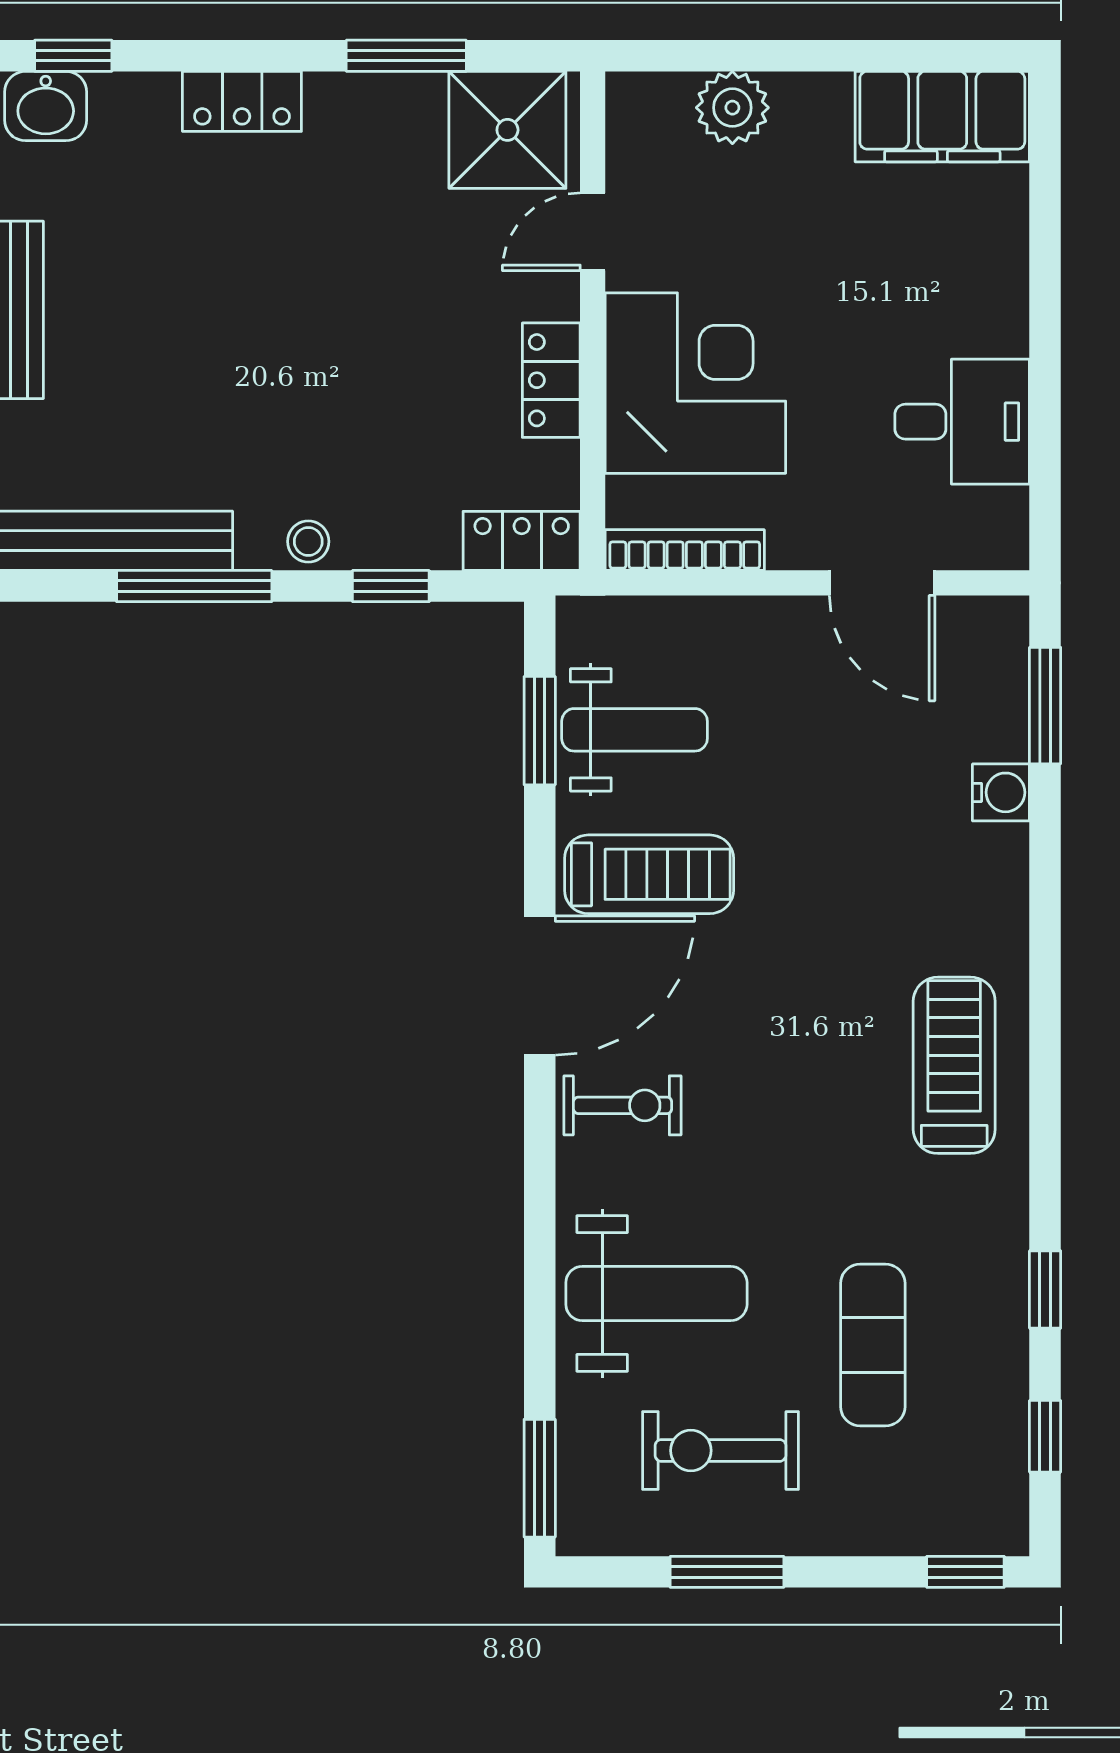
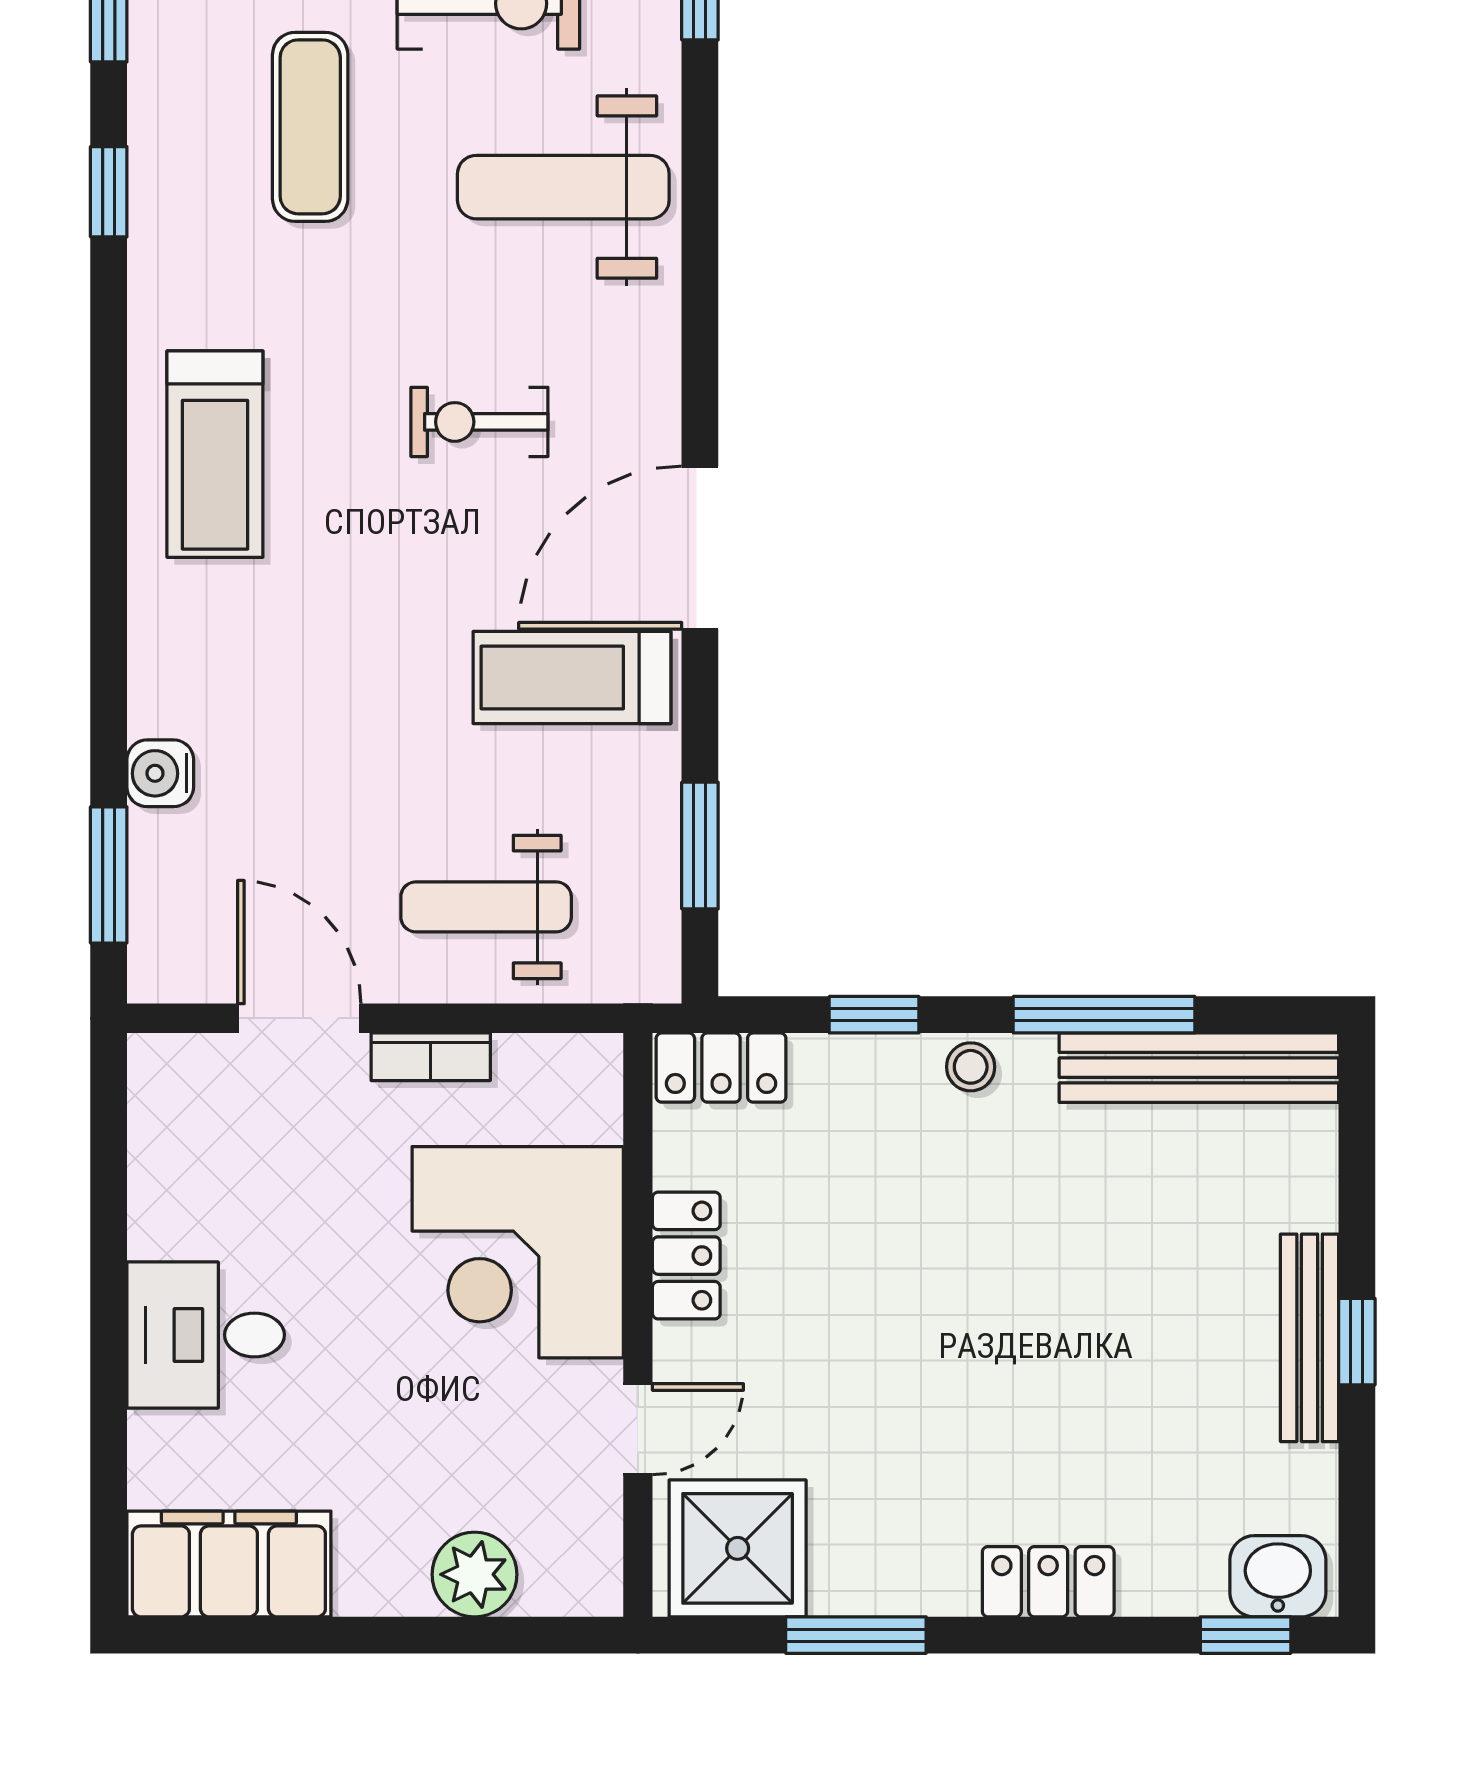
desk: (962, 422) -> (206, 1335), moved
bookcase: (685, 550) -> (431, 1057), moved, width x0.64
weight bench: (635, 730) -> (486, 907), moved
exercise bike: (623, 1105) -> (479, 422), moved

